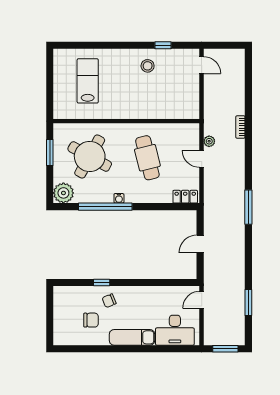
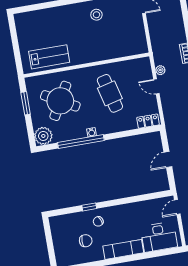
lab bench: (88, 81) -> (49, 57), moved, turned 90

